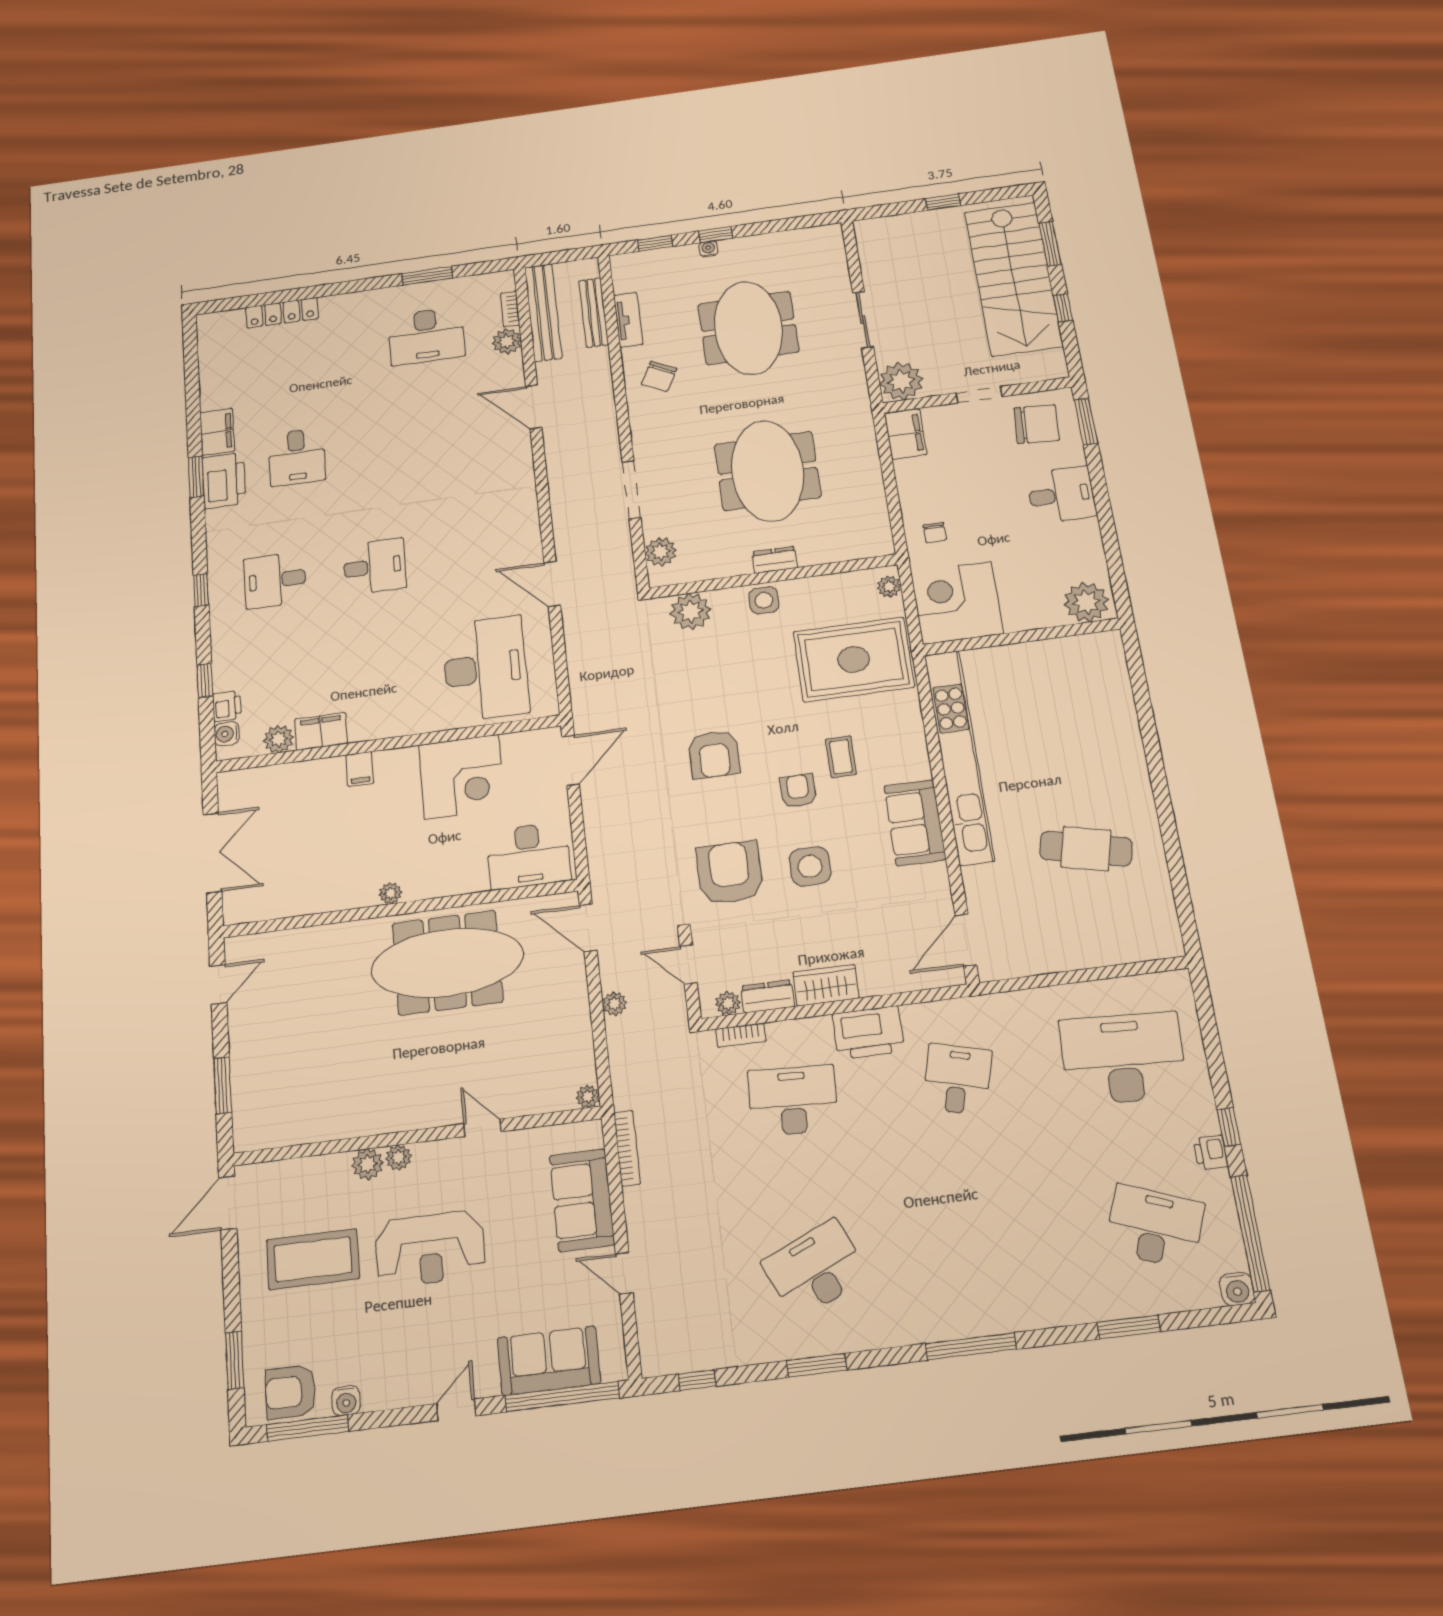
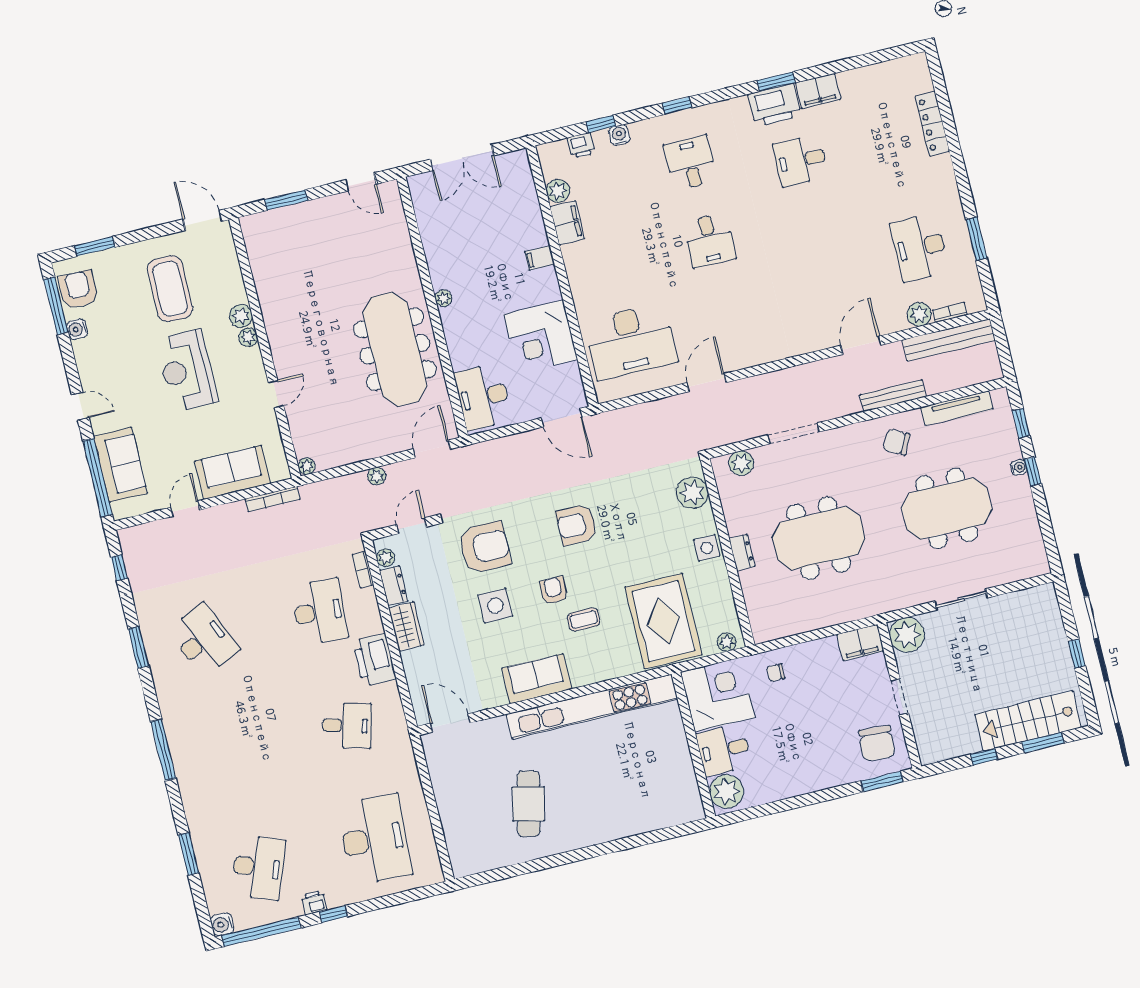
stairs: (1013, 279) -> (1028, 721), width x0.73, depth x0.66
bench: (594, 312) -> (893, 396), moved
tv unit: (628, 320) -> (957, 408), width x1.41
desk: (1061, 495) -> (724, 750), moved, turned 90
water cooler: (227, 734) -> (619, 135), moved
armchair: (798, 791) -> (553, 591), turned -90

